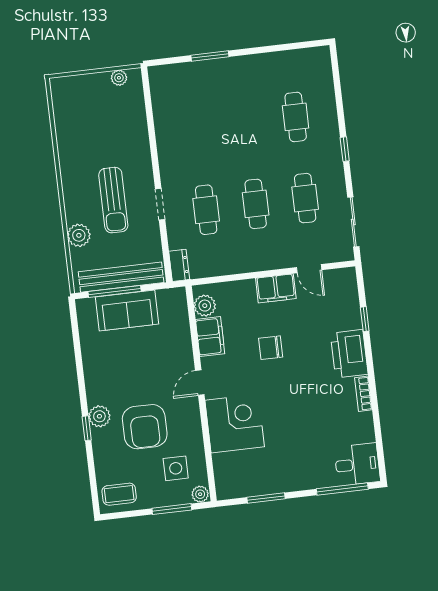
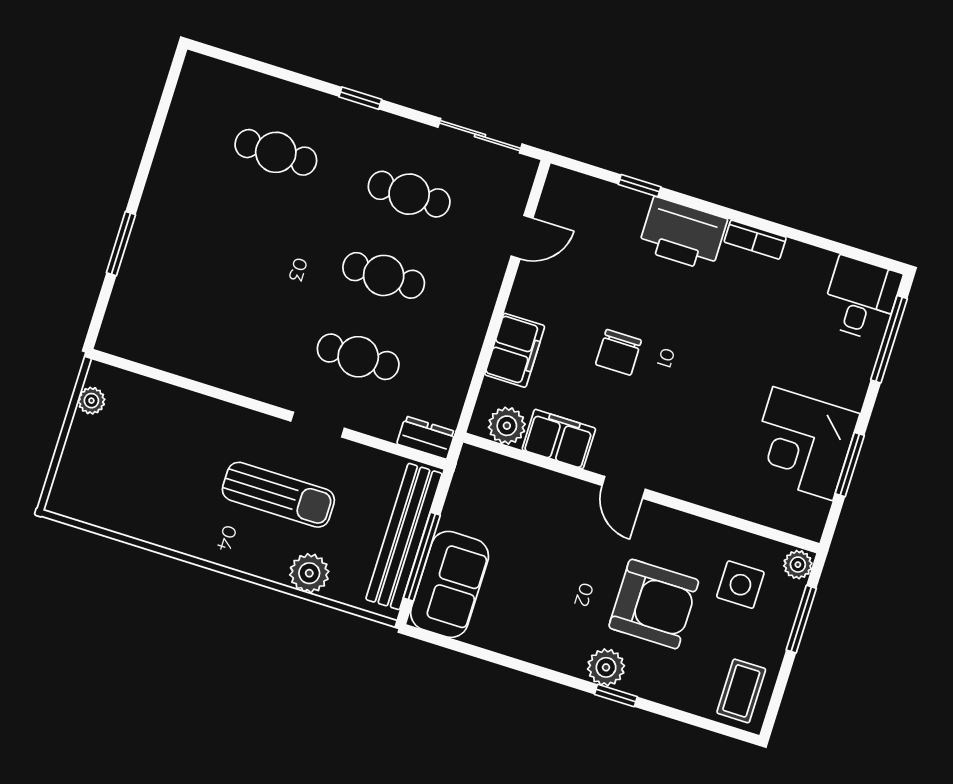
filing cabinet: (276, 288) -> (515, 350), moved
sofa: (127, 311) -> (450, 584), moved
corner desk: (235, 424) -> (803, 444), moved, turned -90

